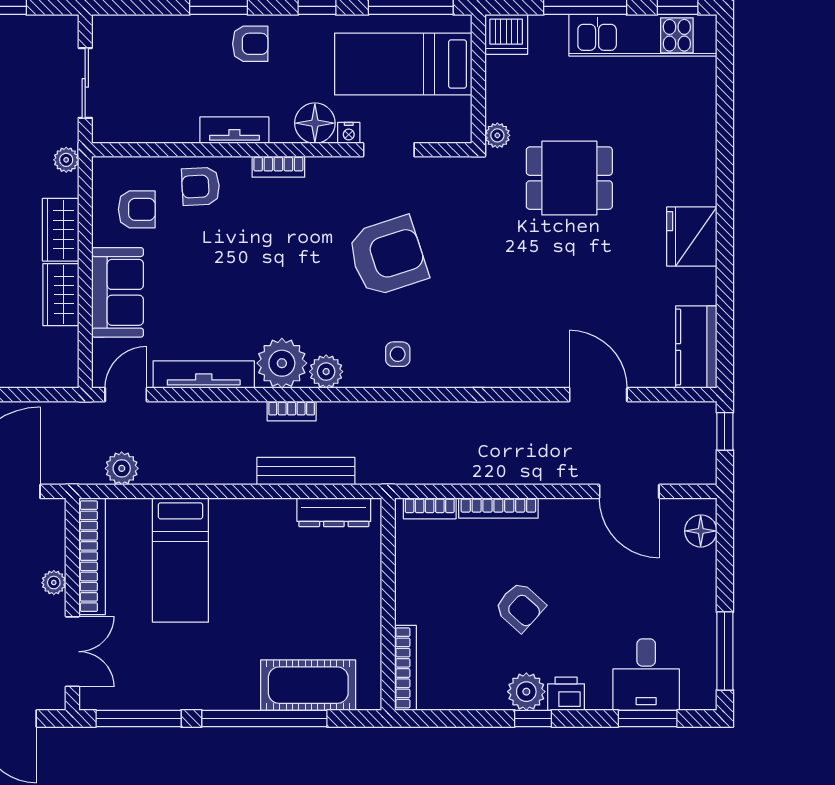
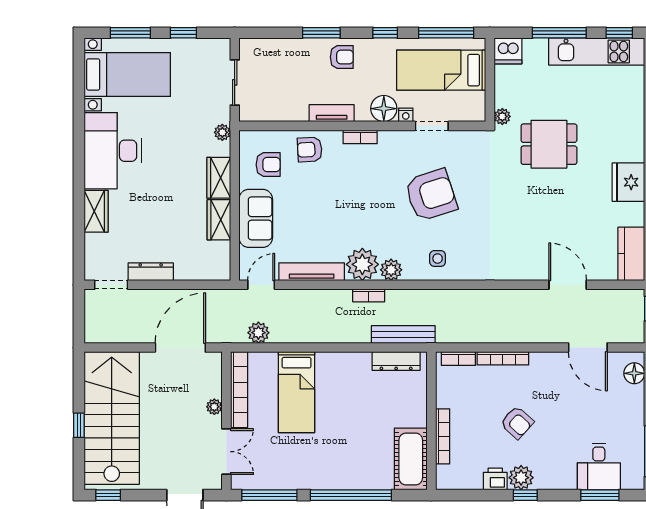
bench: (306, 471) -> (403, 334), moved
bookcase: (405, 668) -> (443, 436), moved
cot: (308, 685) -> (411, 459), moved, turned 90
printer: (566, 694) -> (495, 479), moved

